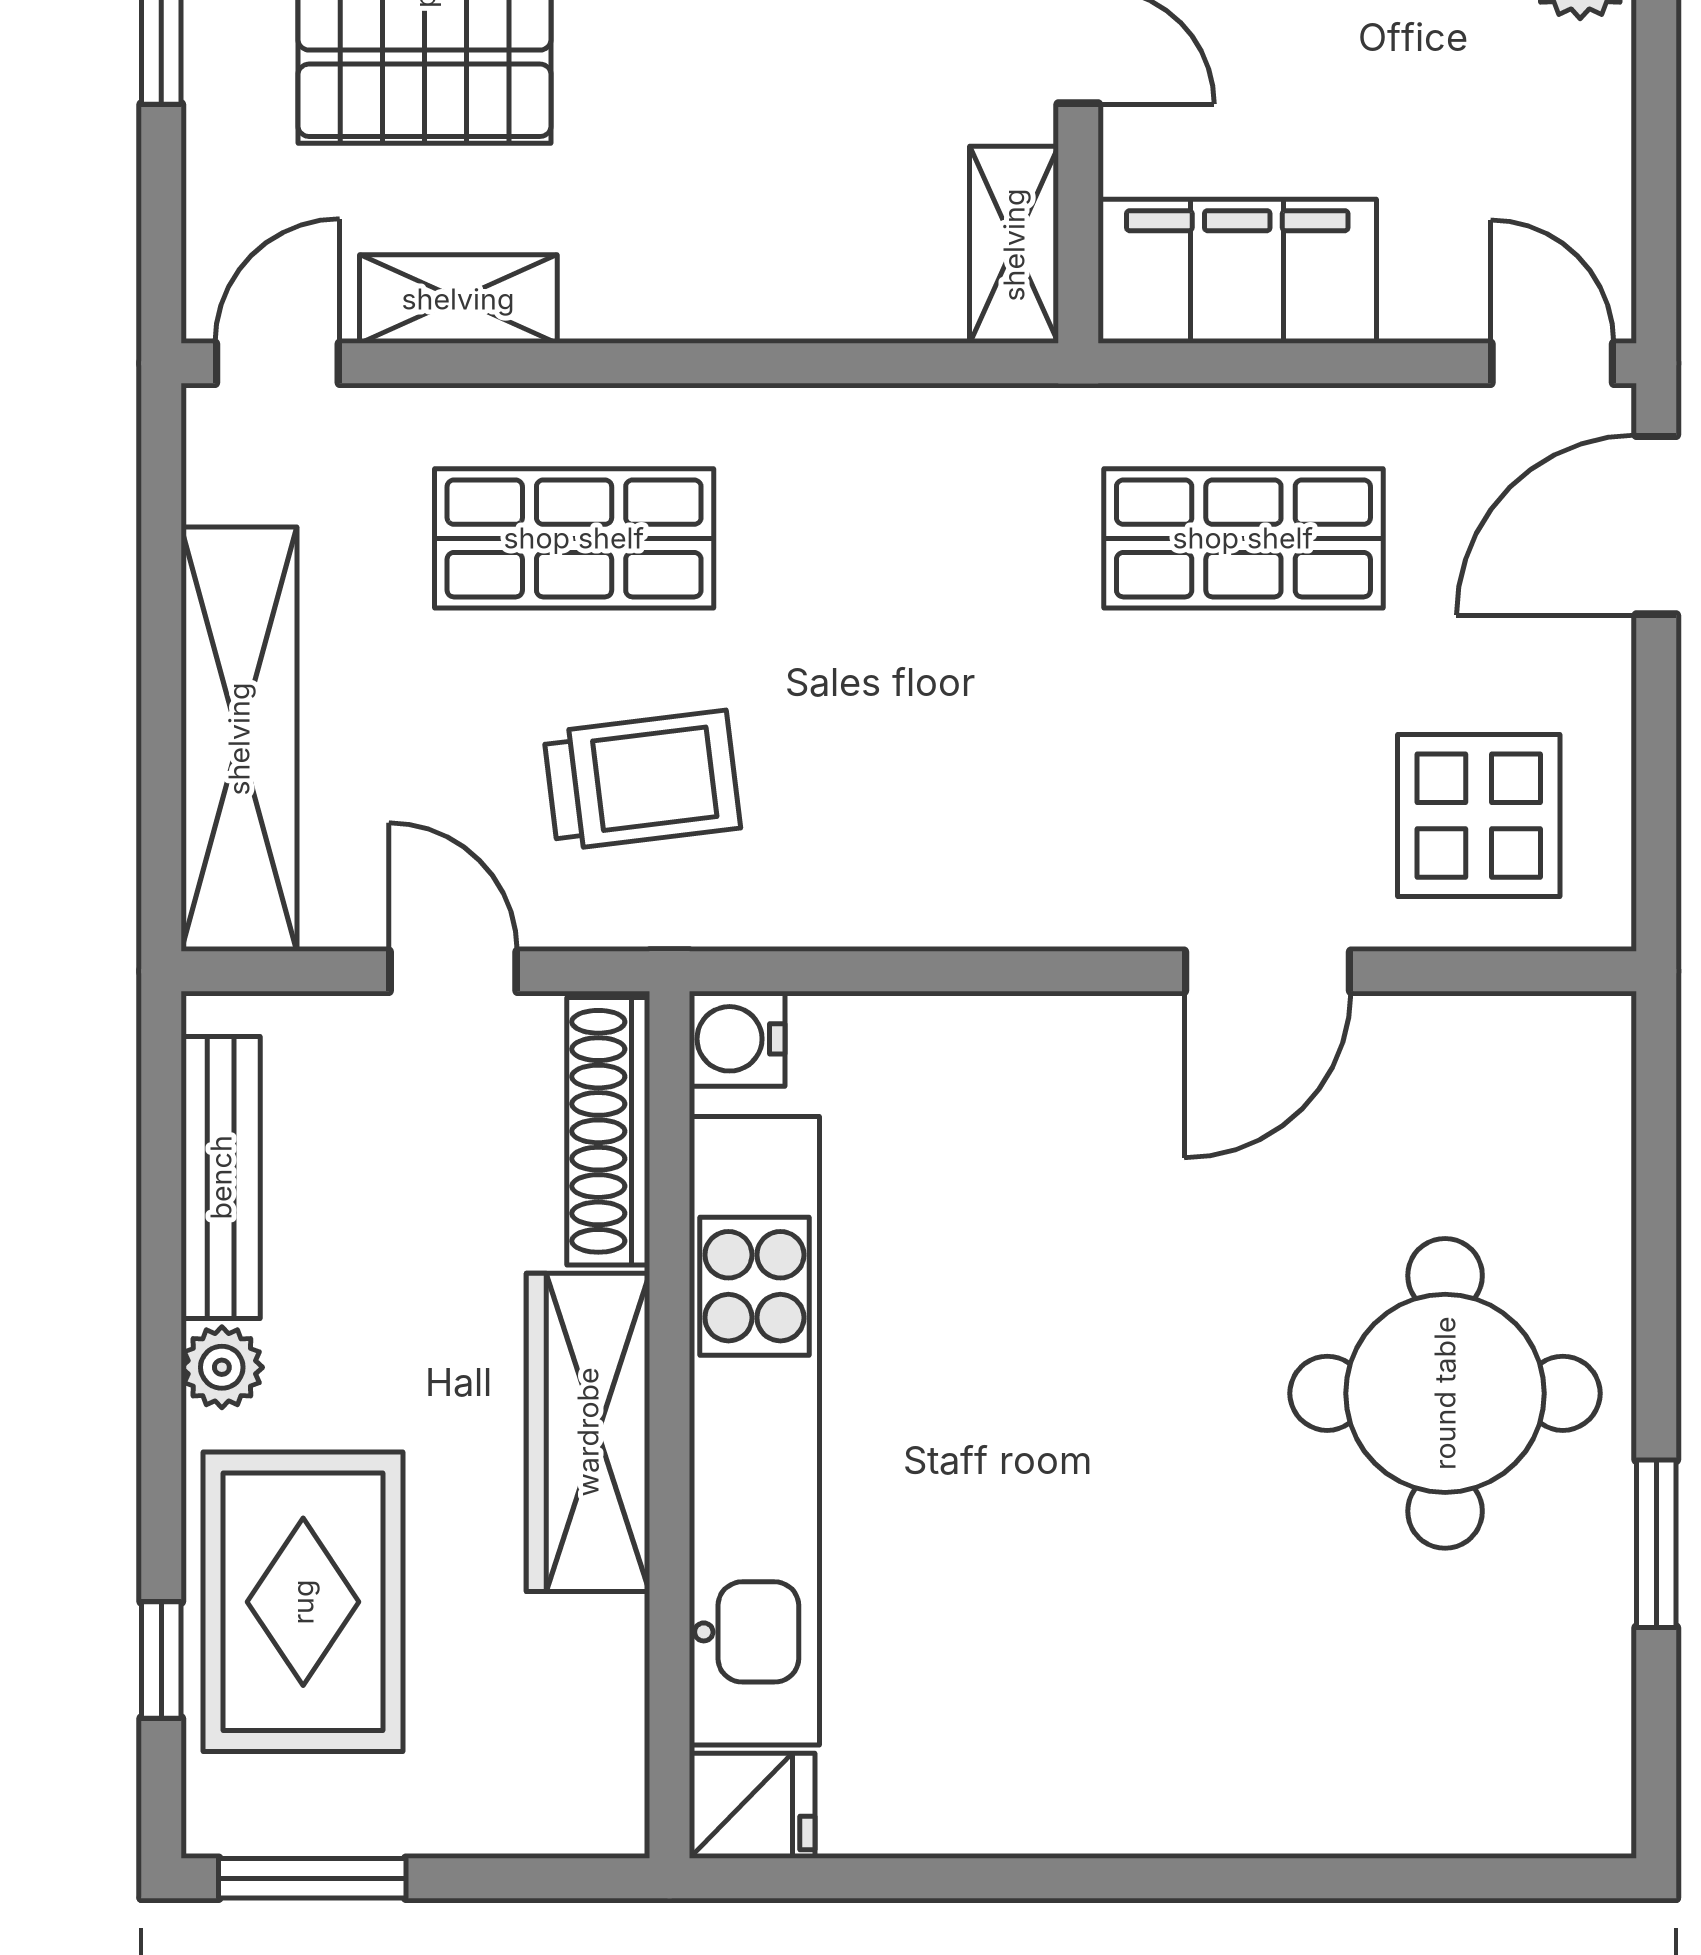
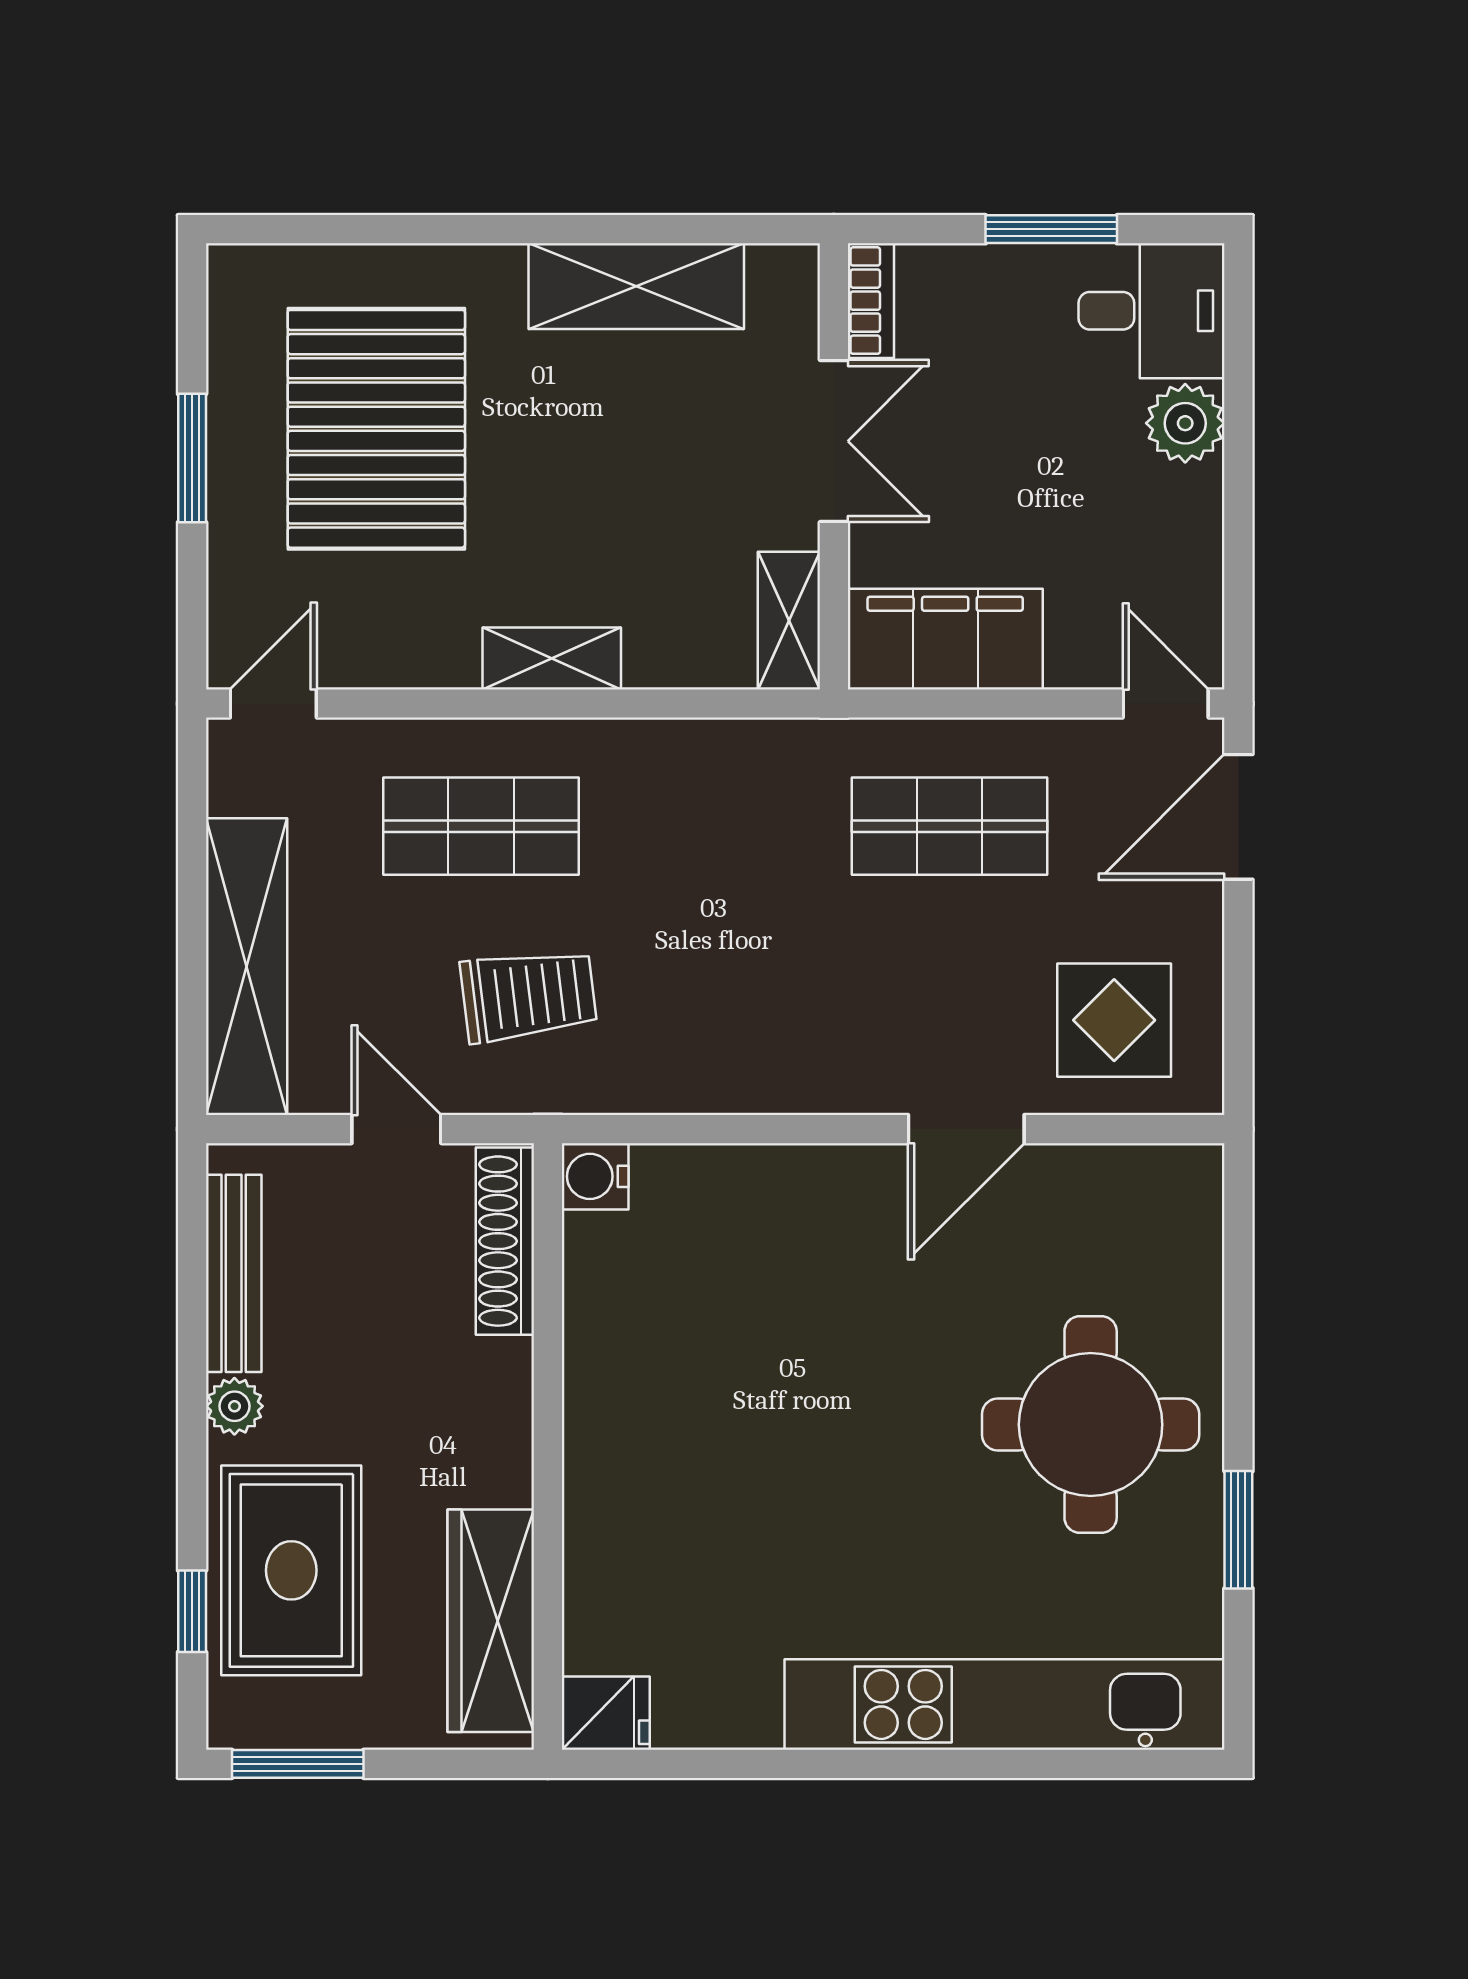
shelving: (458, 299) -> (552, 659), moved
kitchen unit: (754, 1431) -> (1005, 1704), moved, turned -90
wardrobe: (588, 1432) -> (491, 1621), moved

